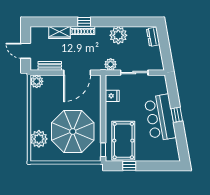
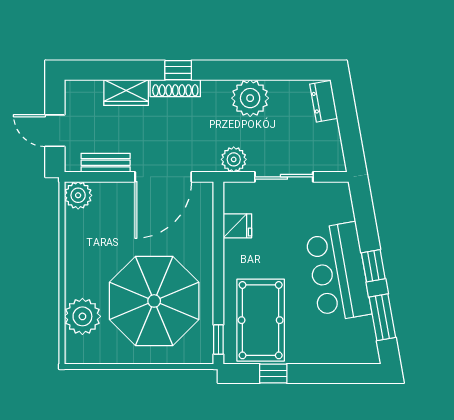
window: (181, 139) -> (382, 317), added

